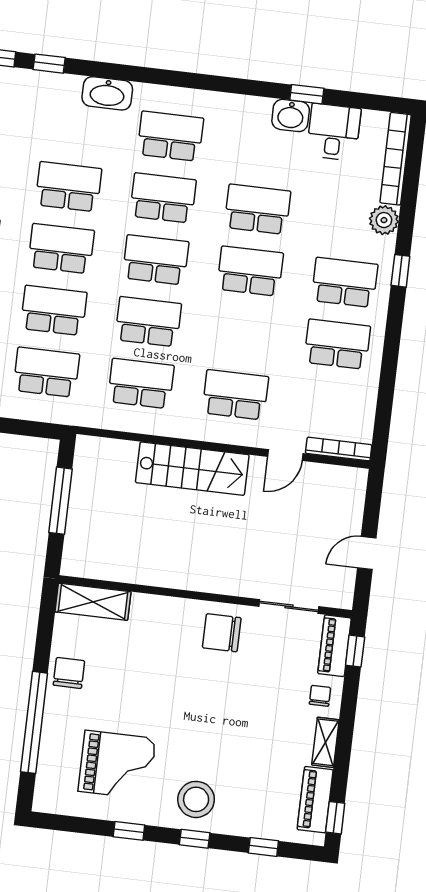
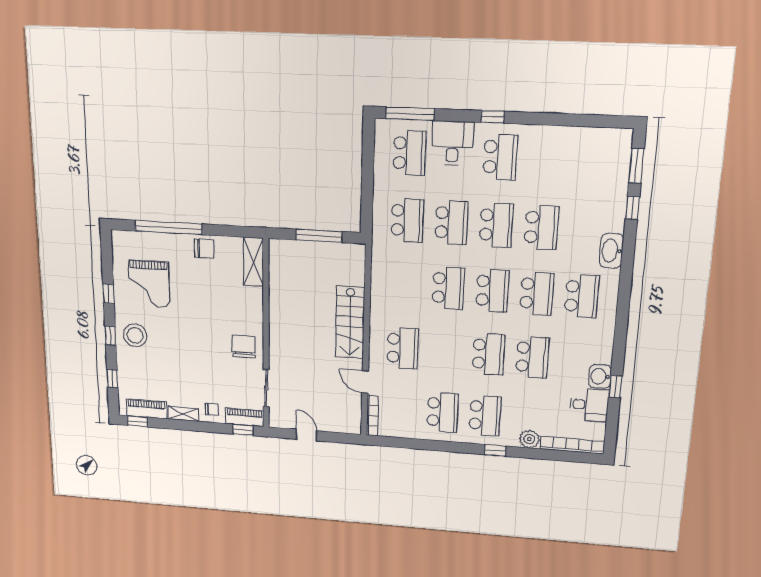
school desk: (141, 384) -> (405, 285), removed

